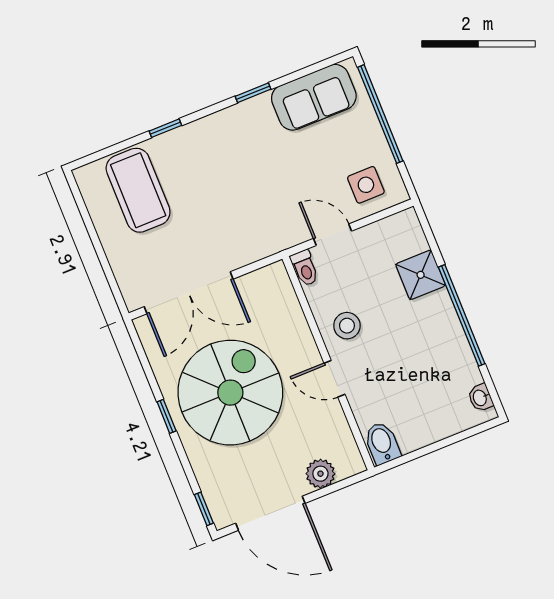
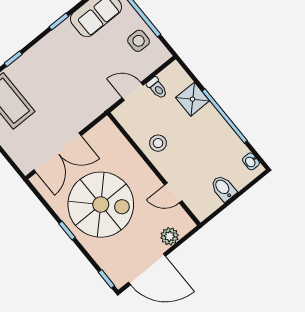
side table: (366, 185) -> (139, 41), moved
toilet: (305, 268) -> (157, 88), moved
door: (335, 379) -> (173, 193), moved
spiral stairs: (230, 393) -> (101, 205), turned 90
bidet: (382, 443) -> (223, 188), moved

